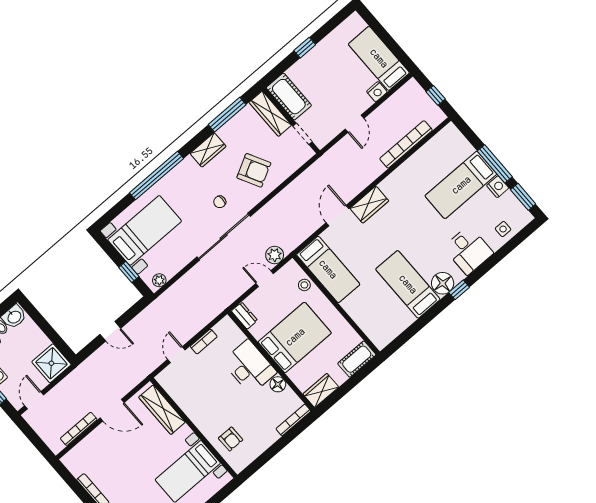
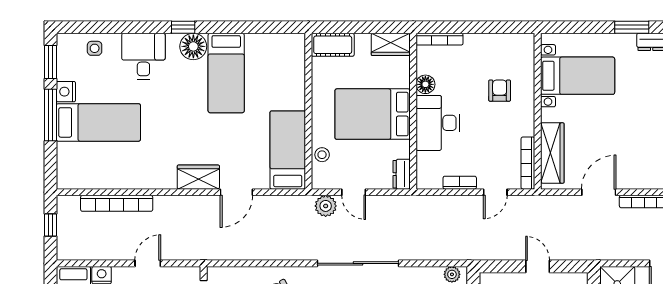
bookcase: (172, 390) -> (528, 163), added
door: (112, 410) -> (599, 192), hinge flipped
armchair: (231, 439) -> (500, 91), moved

